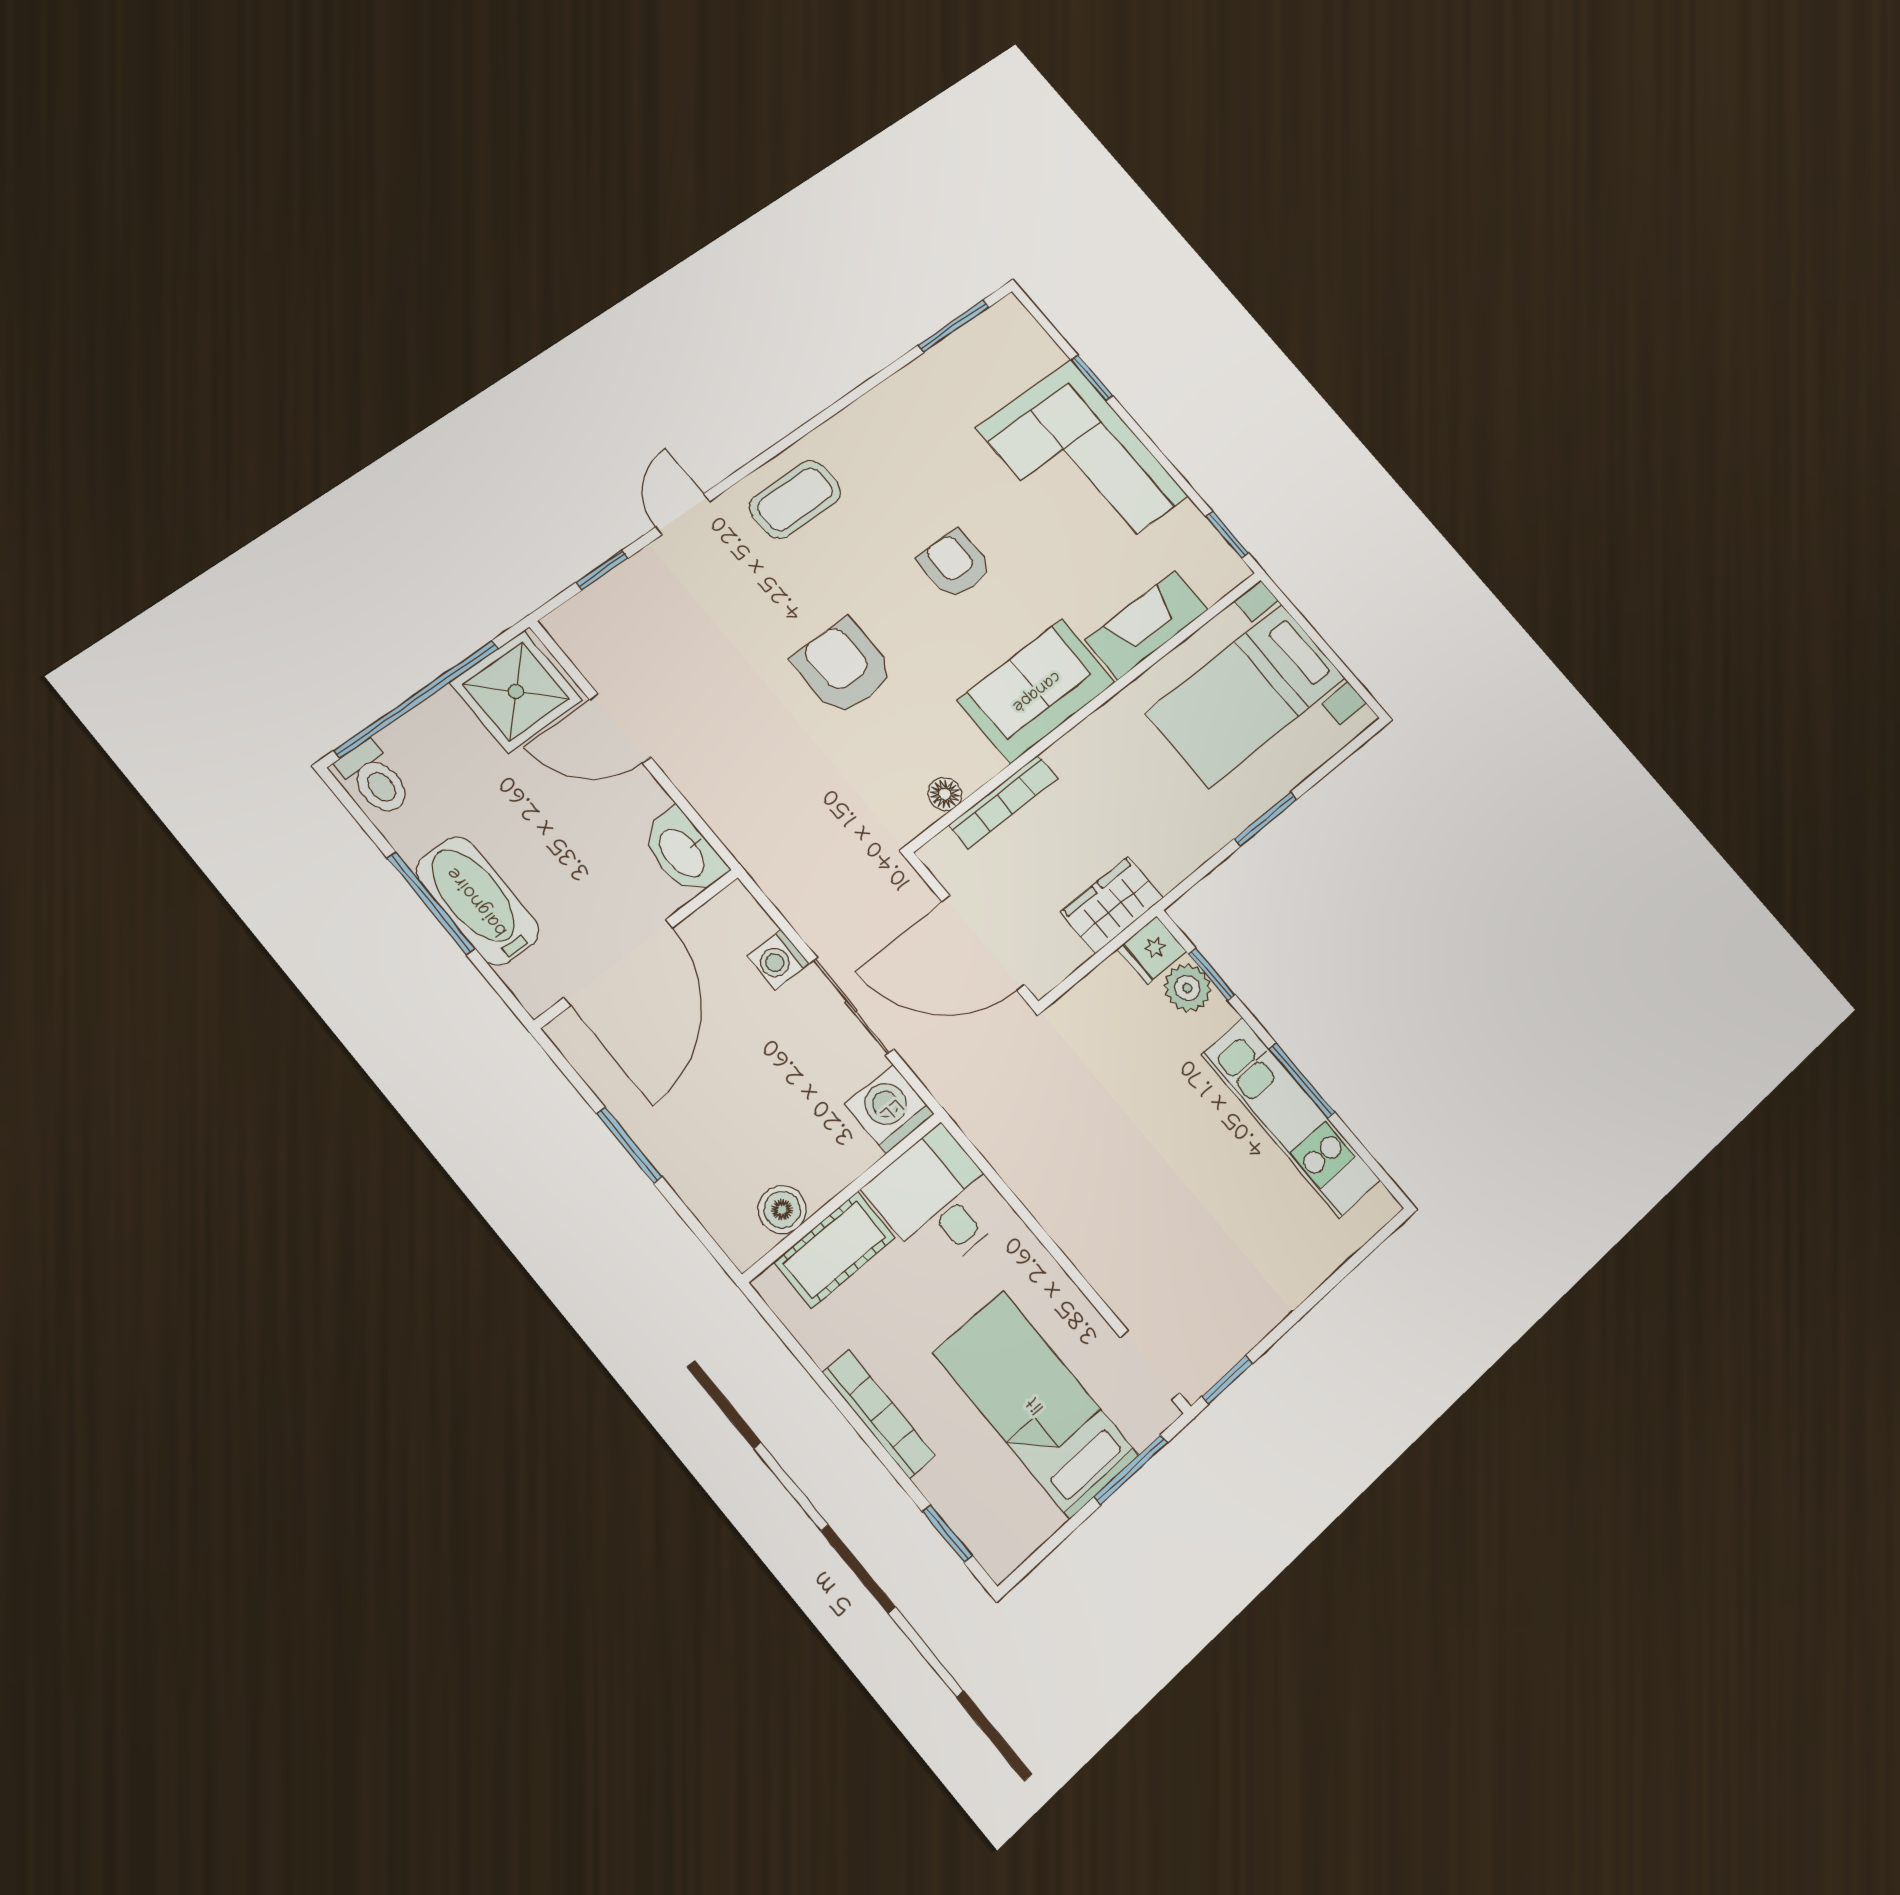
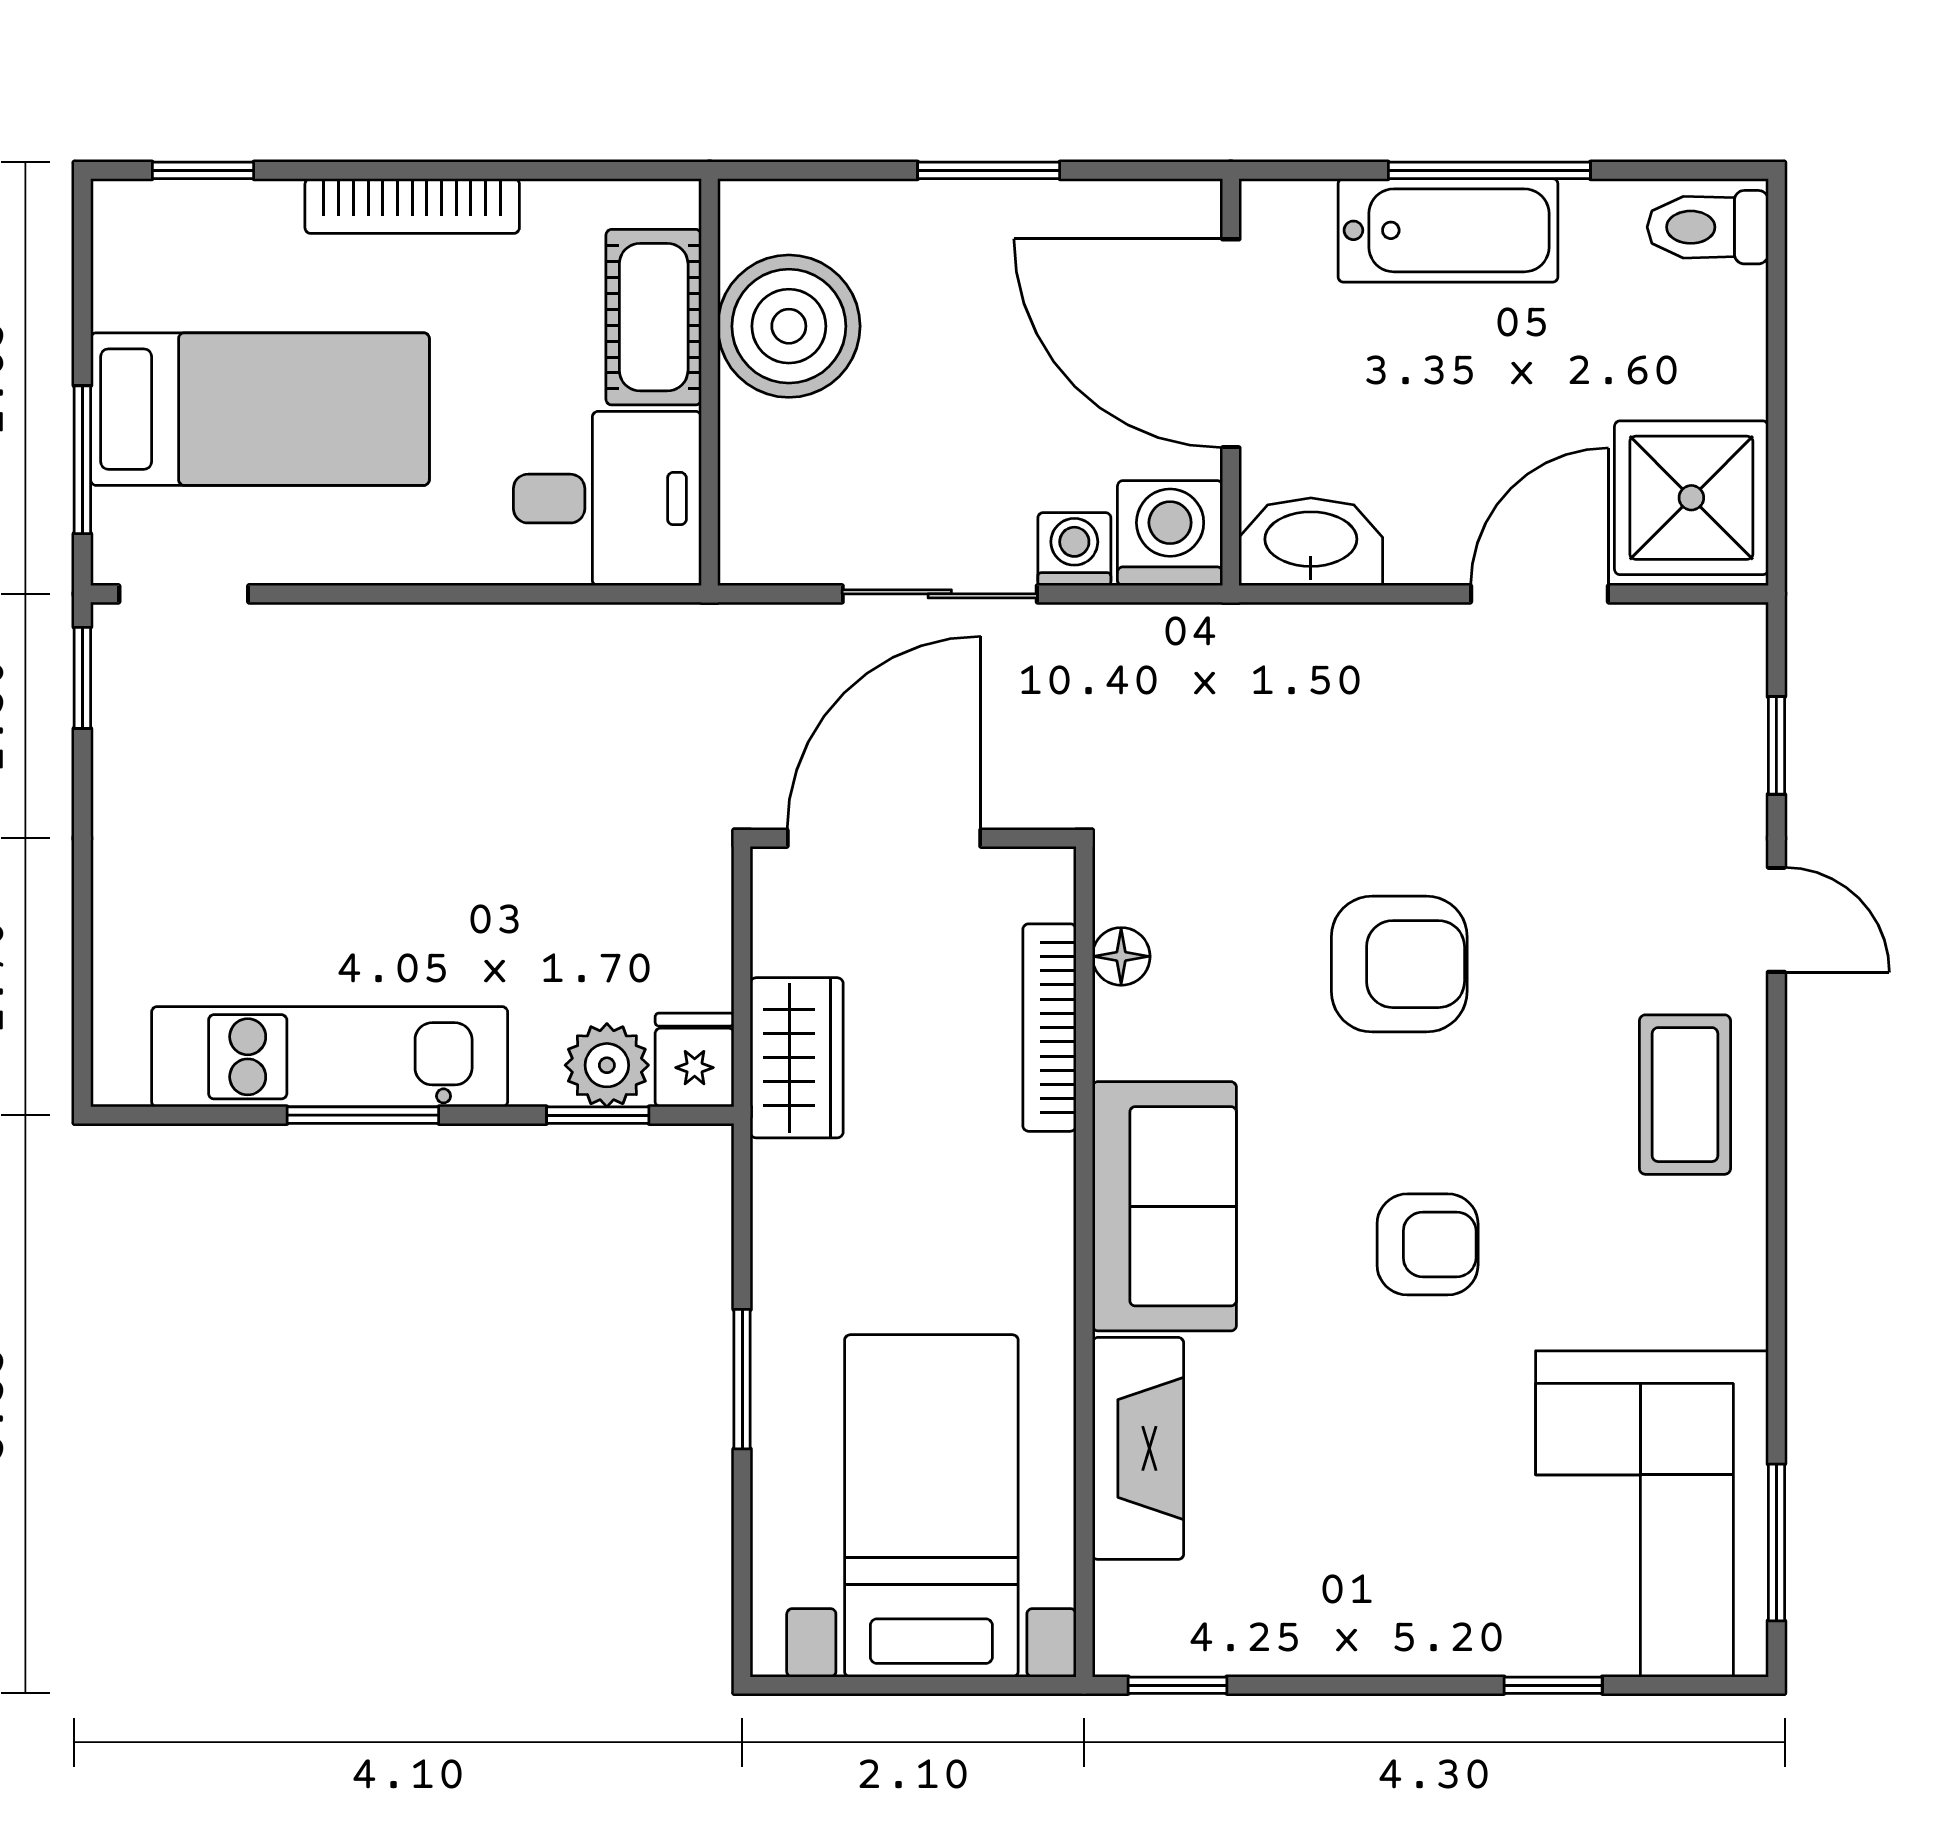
corner sofa: (1082, 462) -> (1652, 1514), moved, turned -90
window: (417, 699) -> (1776, 363), removed
washing machine: (890, 1109) -> (1170, 533), moved, turned -90
boiler: (782, 1210) -> (789, 326), width x1.86, depth x1.86

